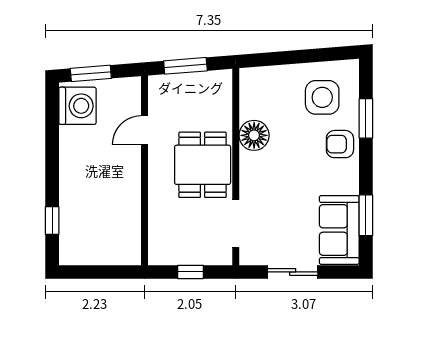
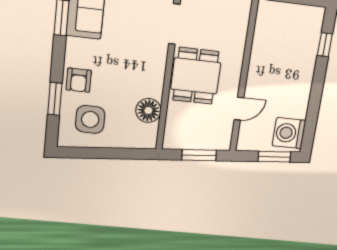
floor lamp: (254, 135) -> (148, 110), moved
armchair: (340, 144) -> (79, 80), turned 90

